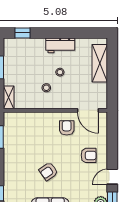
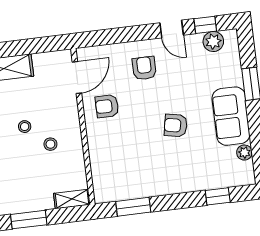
armchair: (48, 171) -> (176, 125), turned 136

